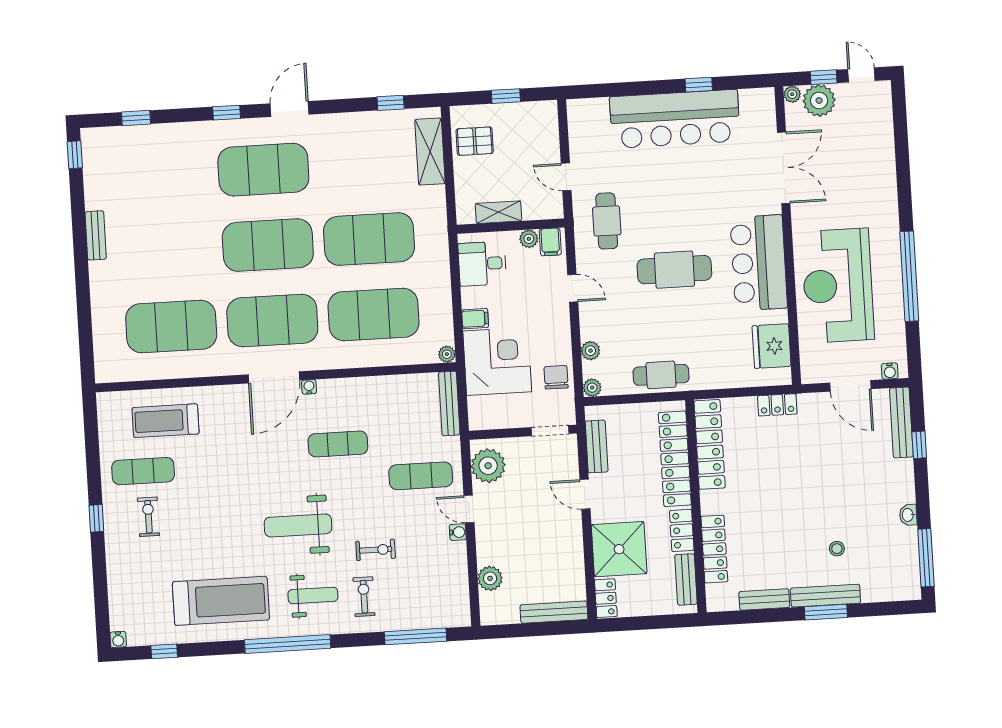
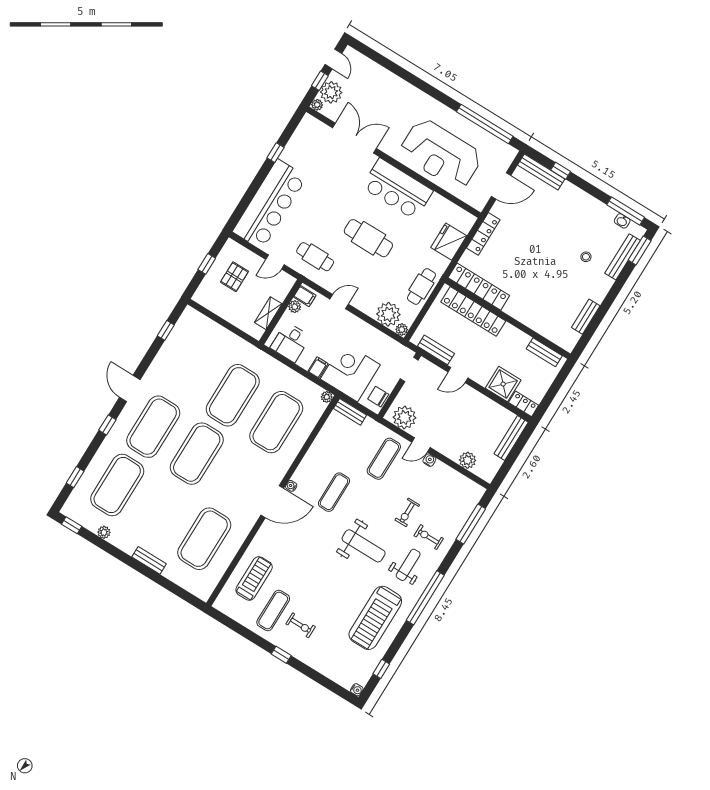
door: (861, 75) -> (333, 59), swing flipped
bar counter: (675, 119) -> (270, 204), moved
pallet: (475, 141) -> (234, 277), moved
shelving: (430, 152) -> (208, 327), removed
plant: (94, 200) -> (104, 532), added
bench: (96, 235) -> (149, 560), moved
cafe table: (674, 270) -> (368, 238), turned 90
window: (909, 276) -> (485, 124), moved
exercise mat: (272, 321) -> (117, 485), moved
fridge: (771, 346) -> (449, 242), moved, turned 90
plant: (590, 351) -> (388, 314), width x1.88, depth x1.88
water cooler: (890, 371) -> (508, 158), removed
door: (274, 377) -> (272, 502), hinge flipped
chair: (556, 377) -> (378, 397), moved
bench: (449, 404) -> (350, 412), width x0.73
locker: (777, 405) -> (483, 234), width x1.53
treadmill: (166, 421) -> (254, 578), turned 180
washbasin: (908, 515) -> (622, 221), moved
exercise bike: (148, 517) -> (301, 625), turned 180
weight bench: (298, 525) -> (364, 546), turned -90
locker: (682, 530) -> (516, 336), removed
shower: (619, 549) -> (503, 384), width x0.73, depth x0.73
locker: (714, 549) -> (539, 325), removed
exercise bike: (376, 550) -> (407, 512), turned 180
bench: (825, 596) -> (623, 257), moved
treadmill: (221, 601) -> (375, 618), turned 180
window: (826, 612) -> (640, 250), moved

